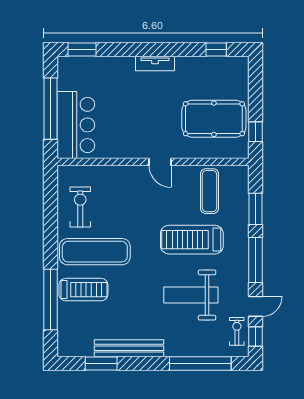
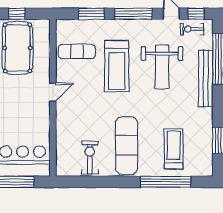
window: (255, 132) -> (17, 14), moved
exercise bike: (80, 207) -> (90, 158), turned 90
treadmill: (83, 290) -> (174, 149), moved
bench: (129, 348) -> (206, 78), moved

